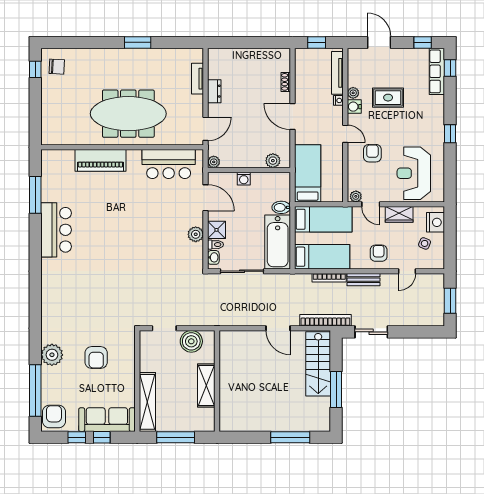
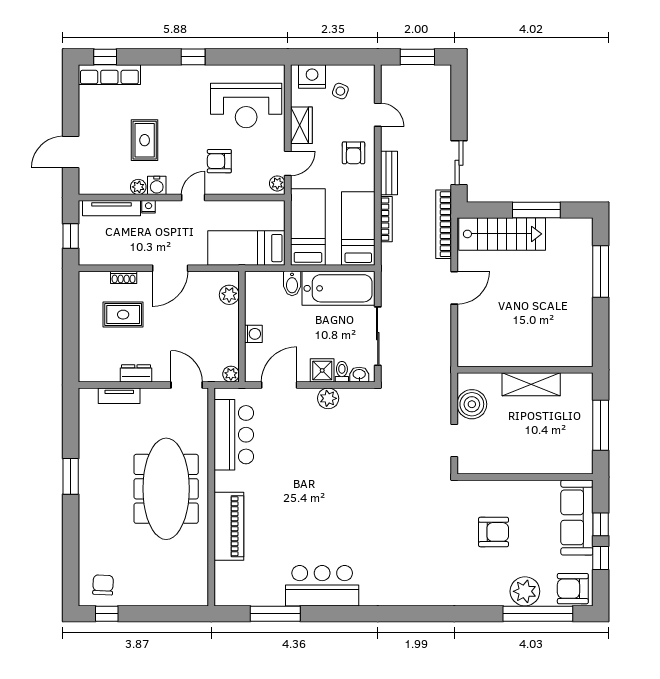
window: (423, 42) -> (71, 94), removed
rug: (258, 82) -> (123, 315), added
armchair: (379, 253) -> (354, 153), turned -90
plant: (52, 355) -> (525, 591), moved
shelving: (147, 402) -> (553, 463), removed

